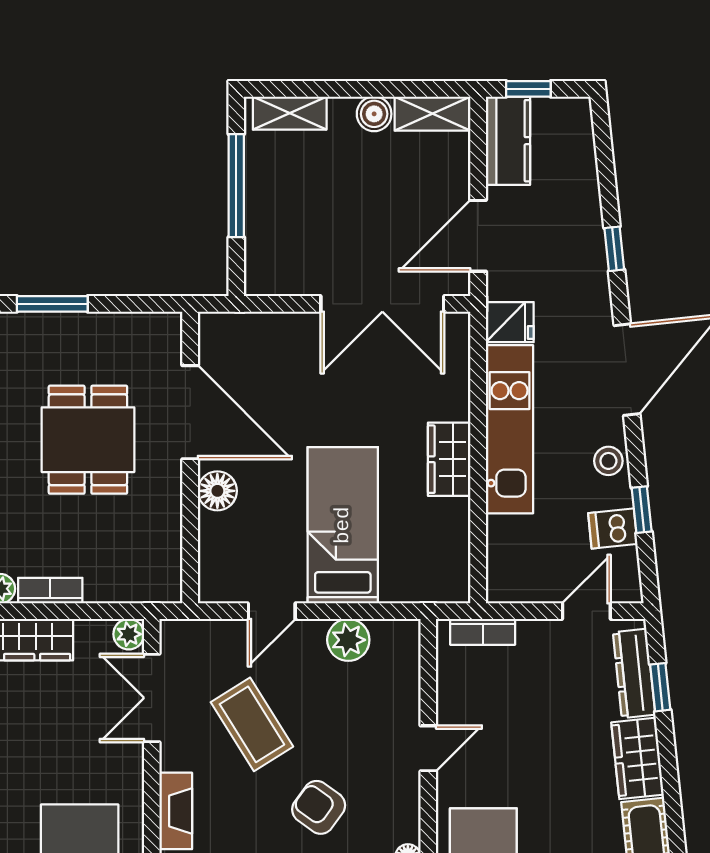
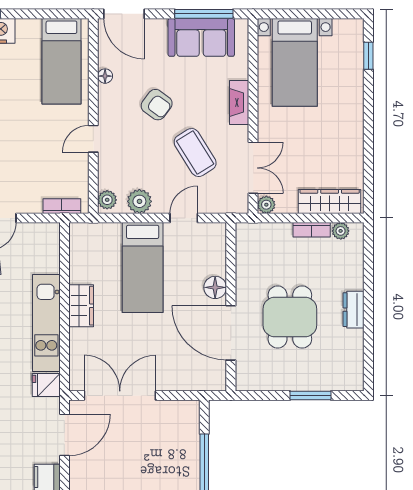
plant: (404, 643) -> (107, 200), added

